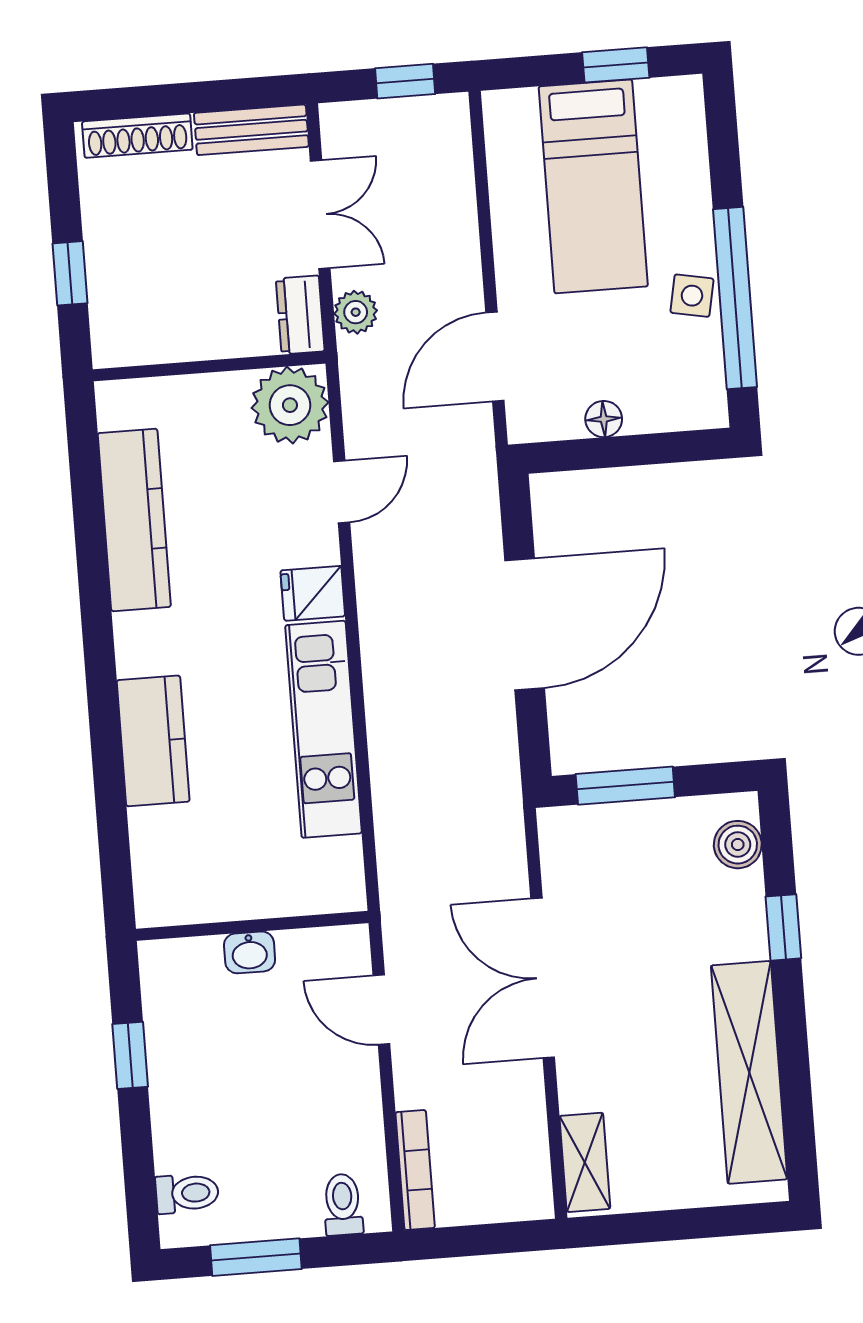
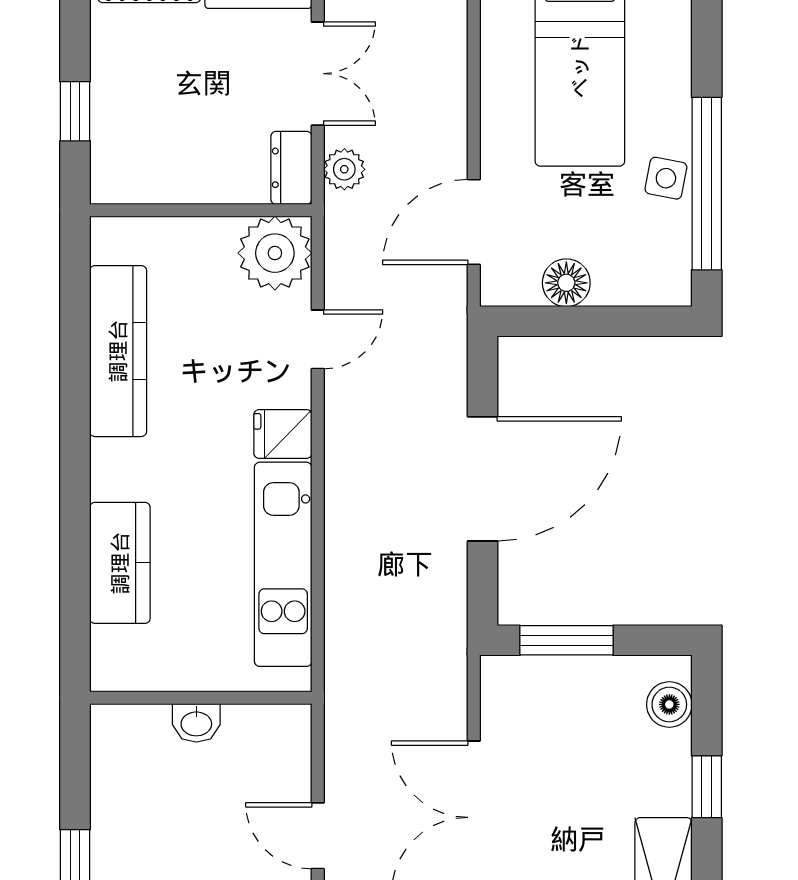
floor lamp: (604, 419) -> (566, 283), width x1.37, depth x1.37
wall: (252, 926) -> (201, 698), moved
washbasin: (250, 952) -> (196, 723), moved

